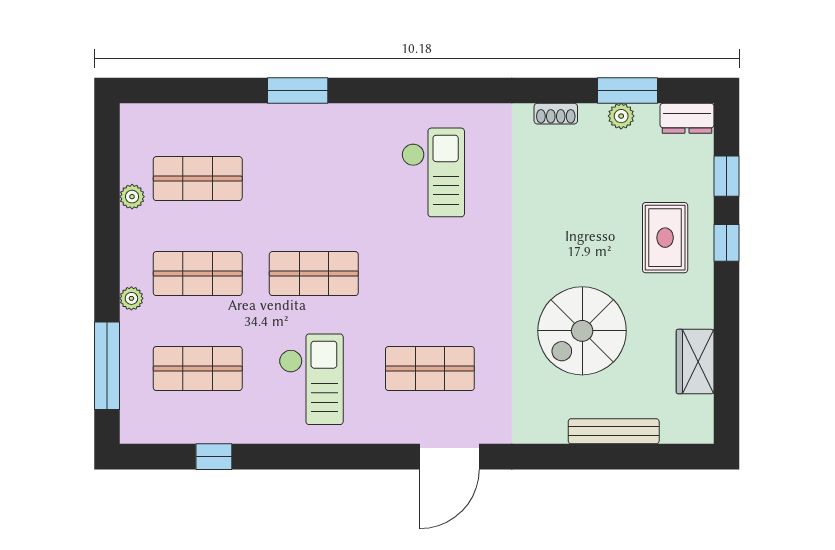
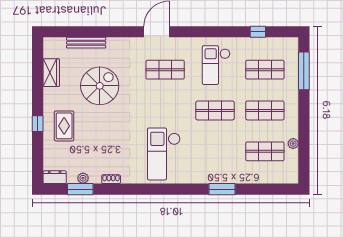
checkout: (433, 172) -> (164, 154), width x1.36, depth x1.21
window: (727, 176) -> (38, 152), removed
plant: (131, 298) -> (293, 100), removed

